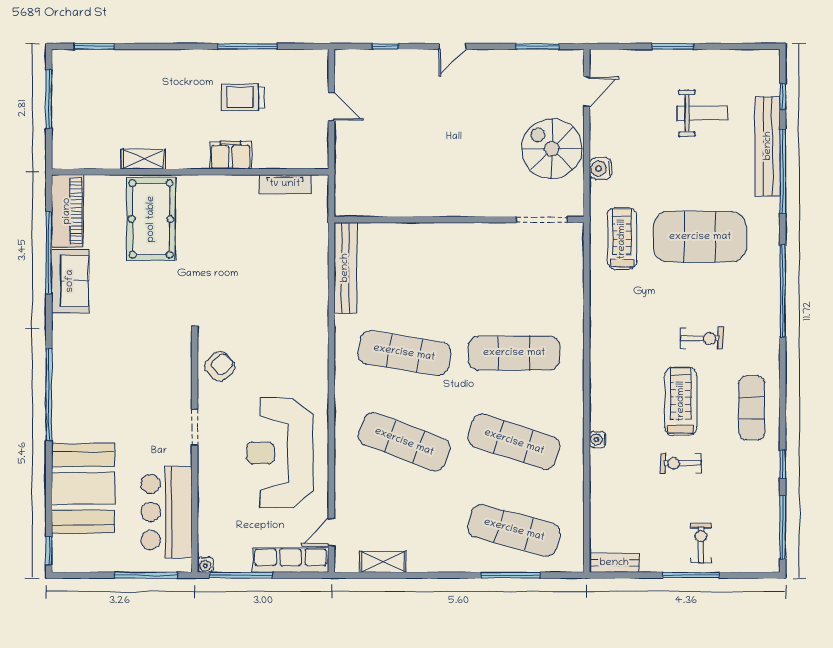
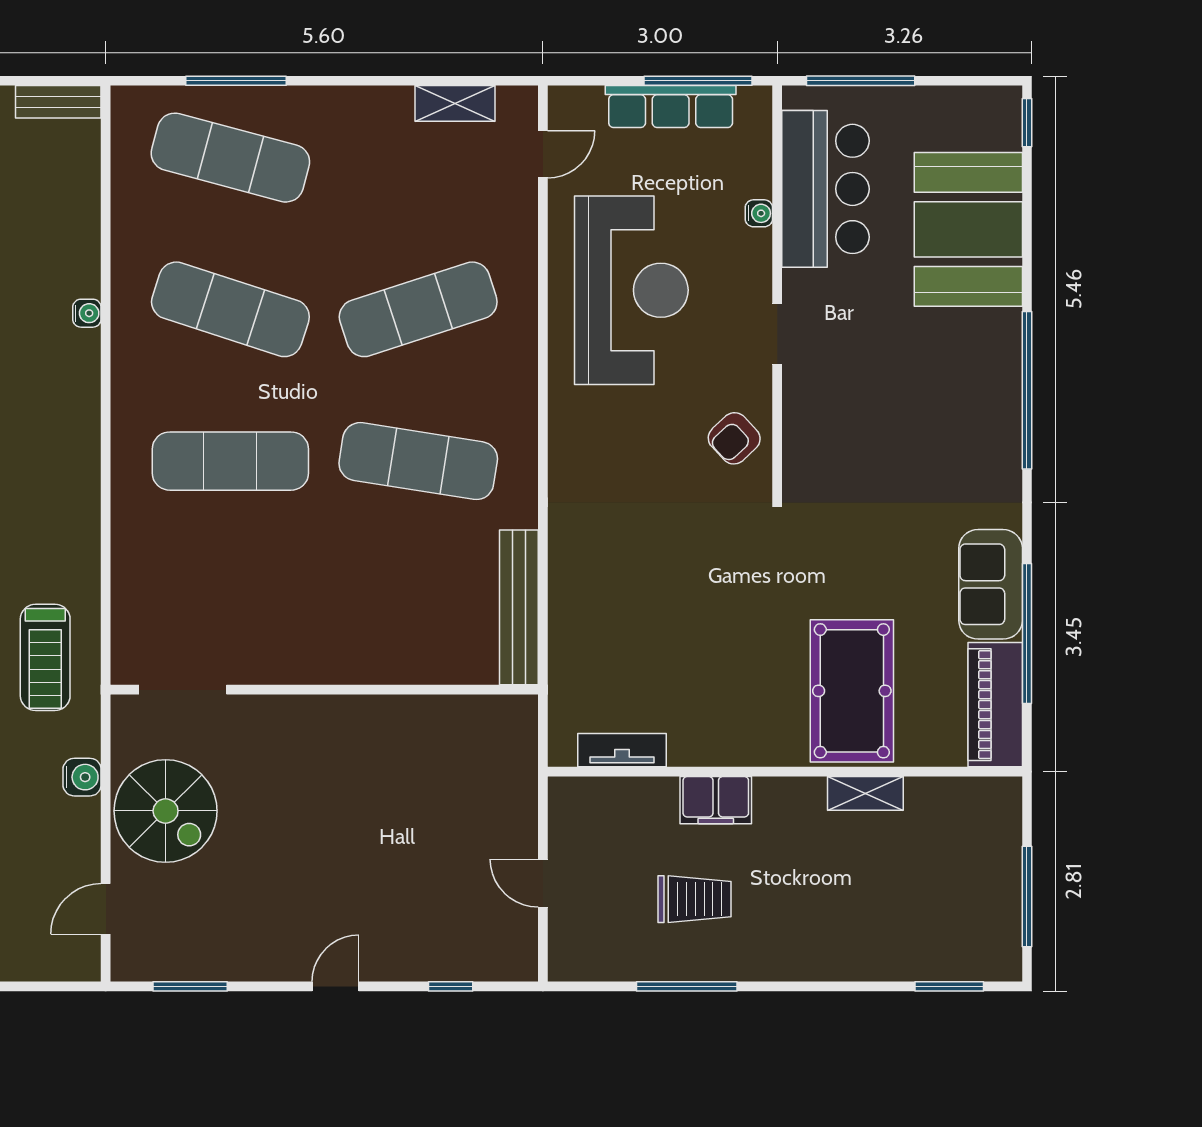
exercise mat: (404, 442) -> (418, 309), turned -39
row of seats: (291, 560) -> (671, 107), moved
water cooler: (205, 565) -> (759, 213), moved, turned 90

